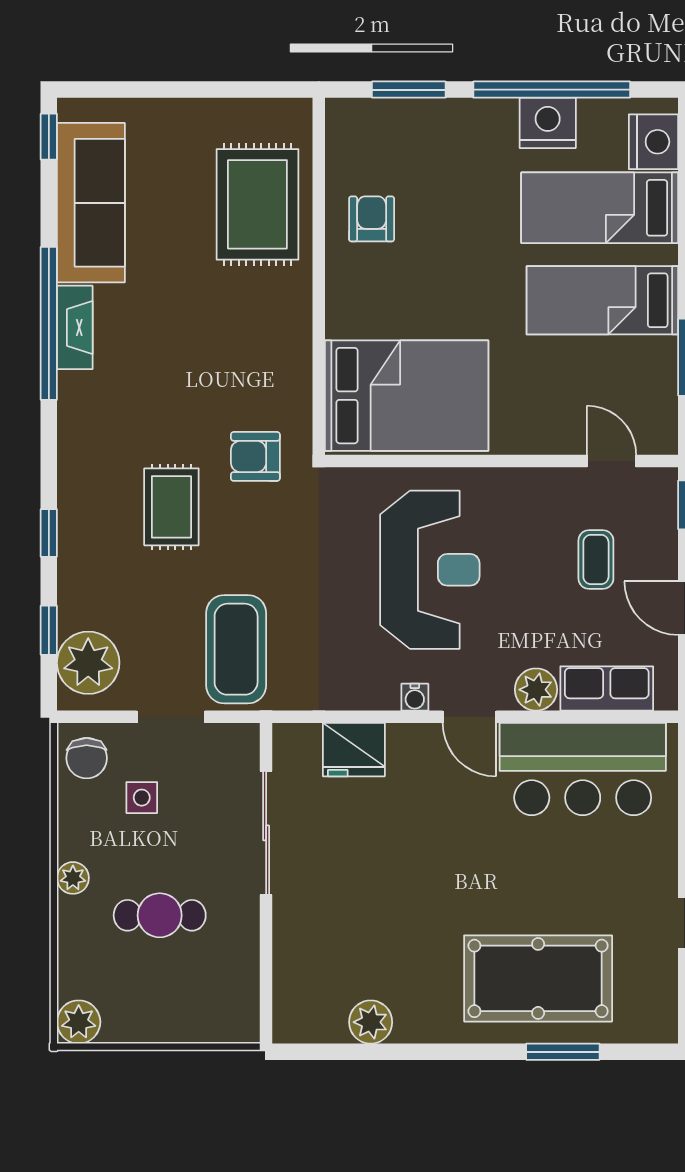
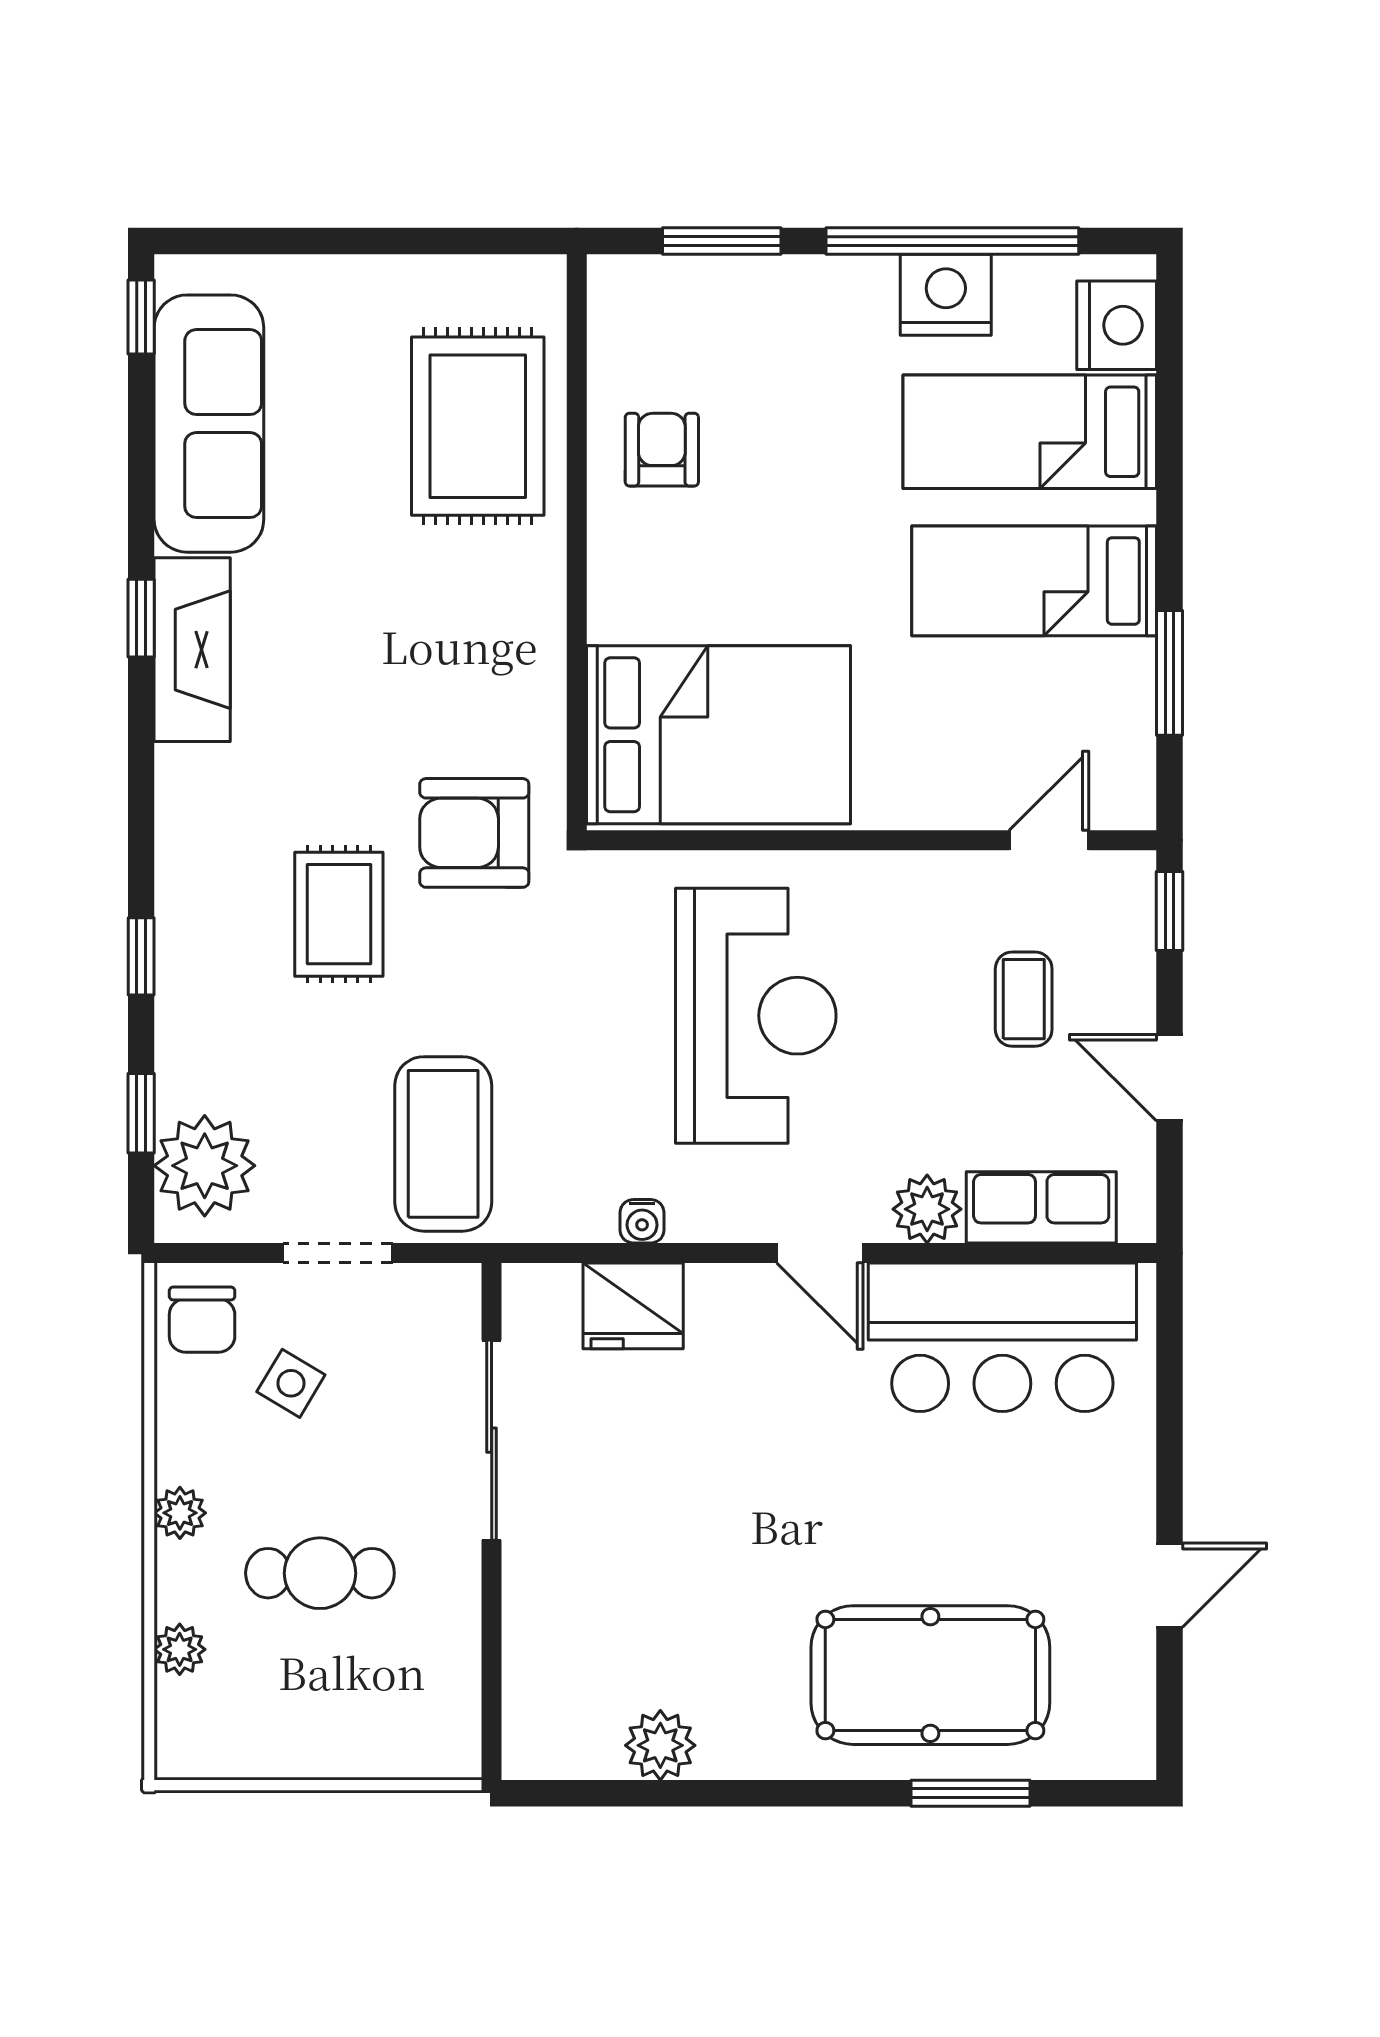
window: (49, 323) -> (141, 618), width x0.32
fireplace: (75, 327) -> (192, 650), width x1.37, depth x1.32
armchair: (255, 456) -> (474, 833), width x1.38, depth x1.38
door: (612, 461) -> (1049, 840), hinge flipped
water cooler: (415, 697) -> (642, 1221), moved
side table: (142, 798) -> (291, 1383), turned 31
plant: (79, 1022) -> (180, 1649), moved, width x0.73, depth x0.73

